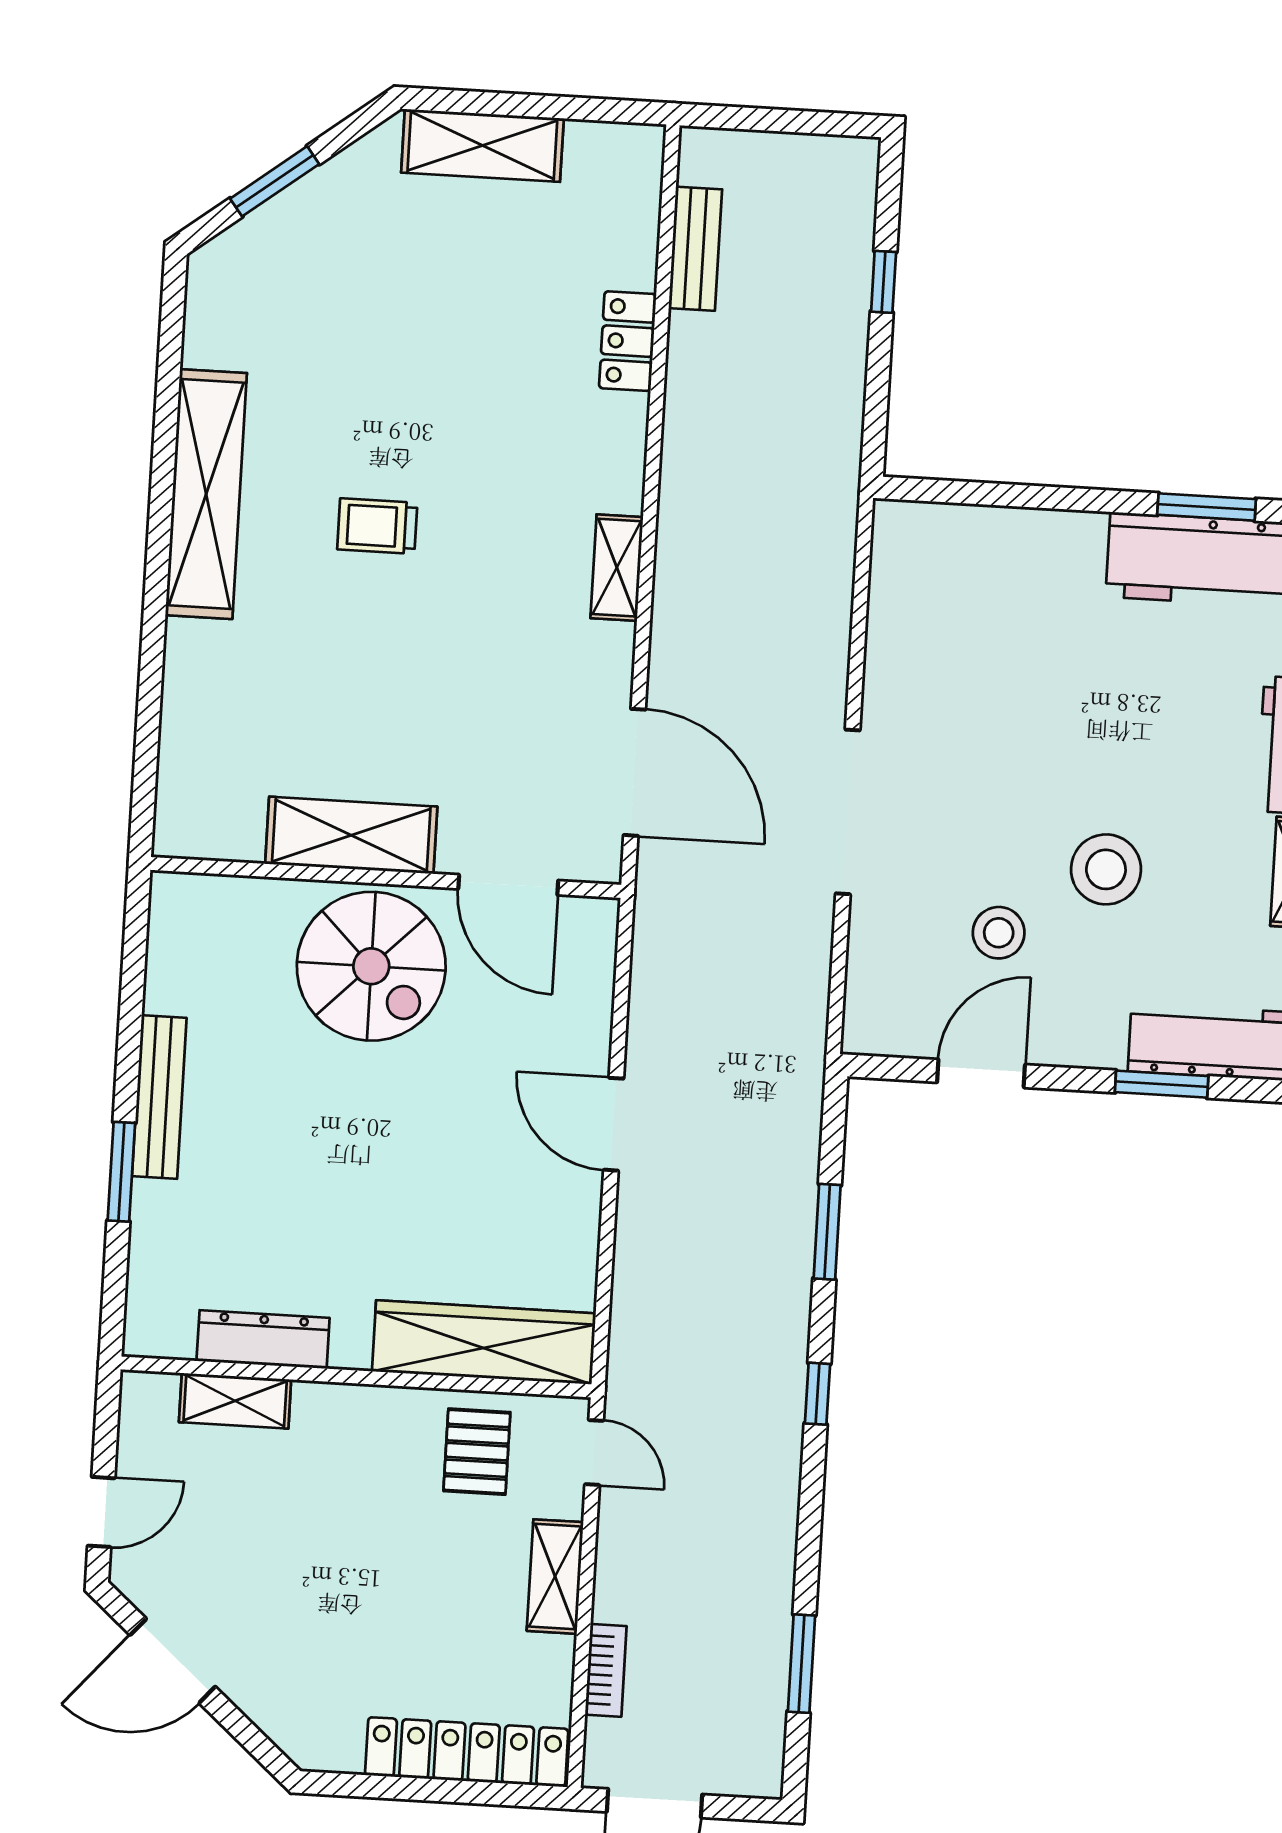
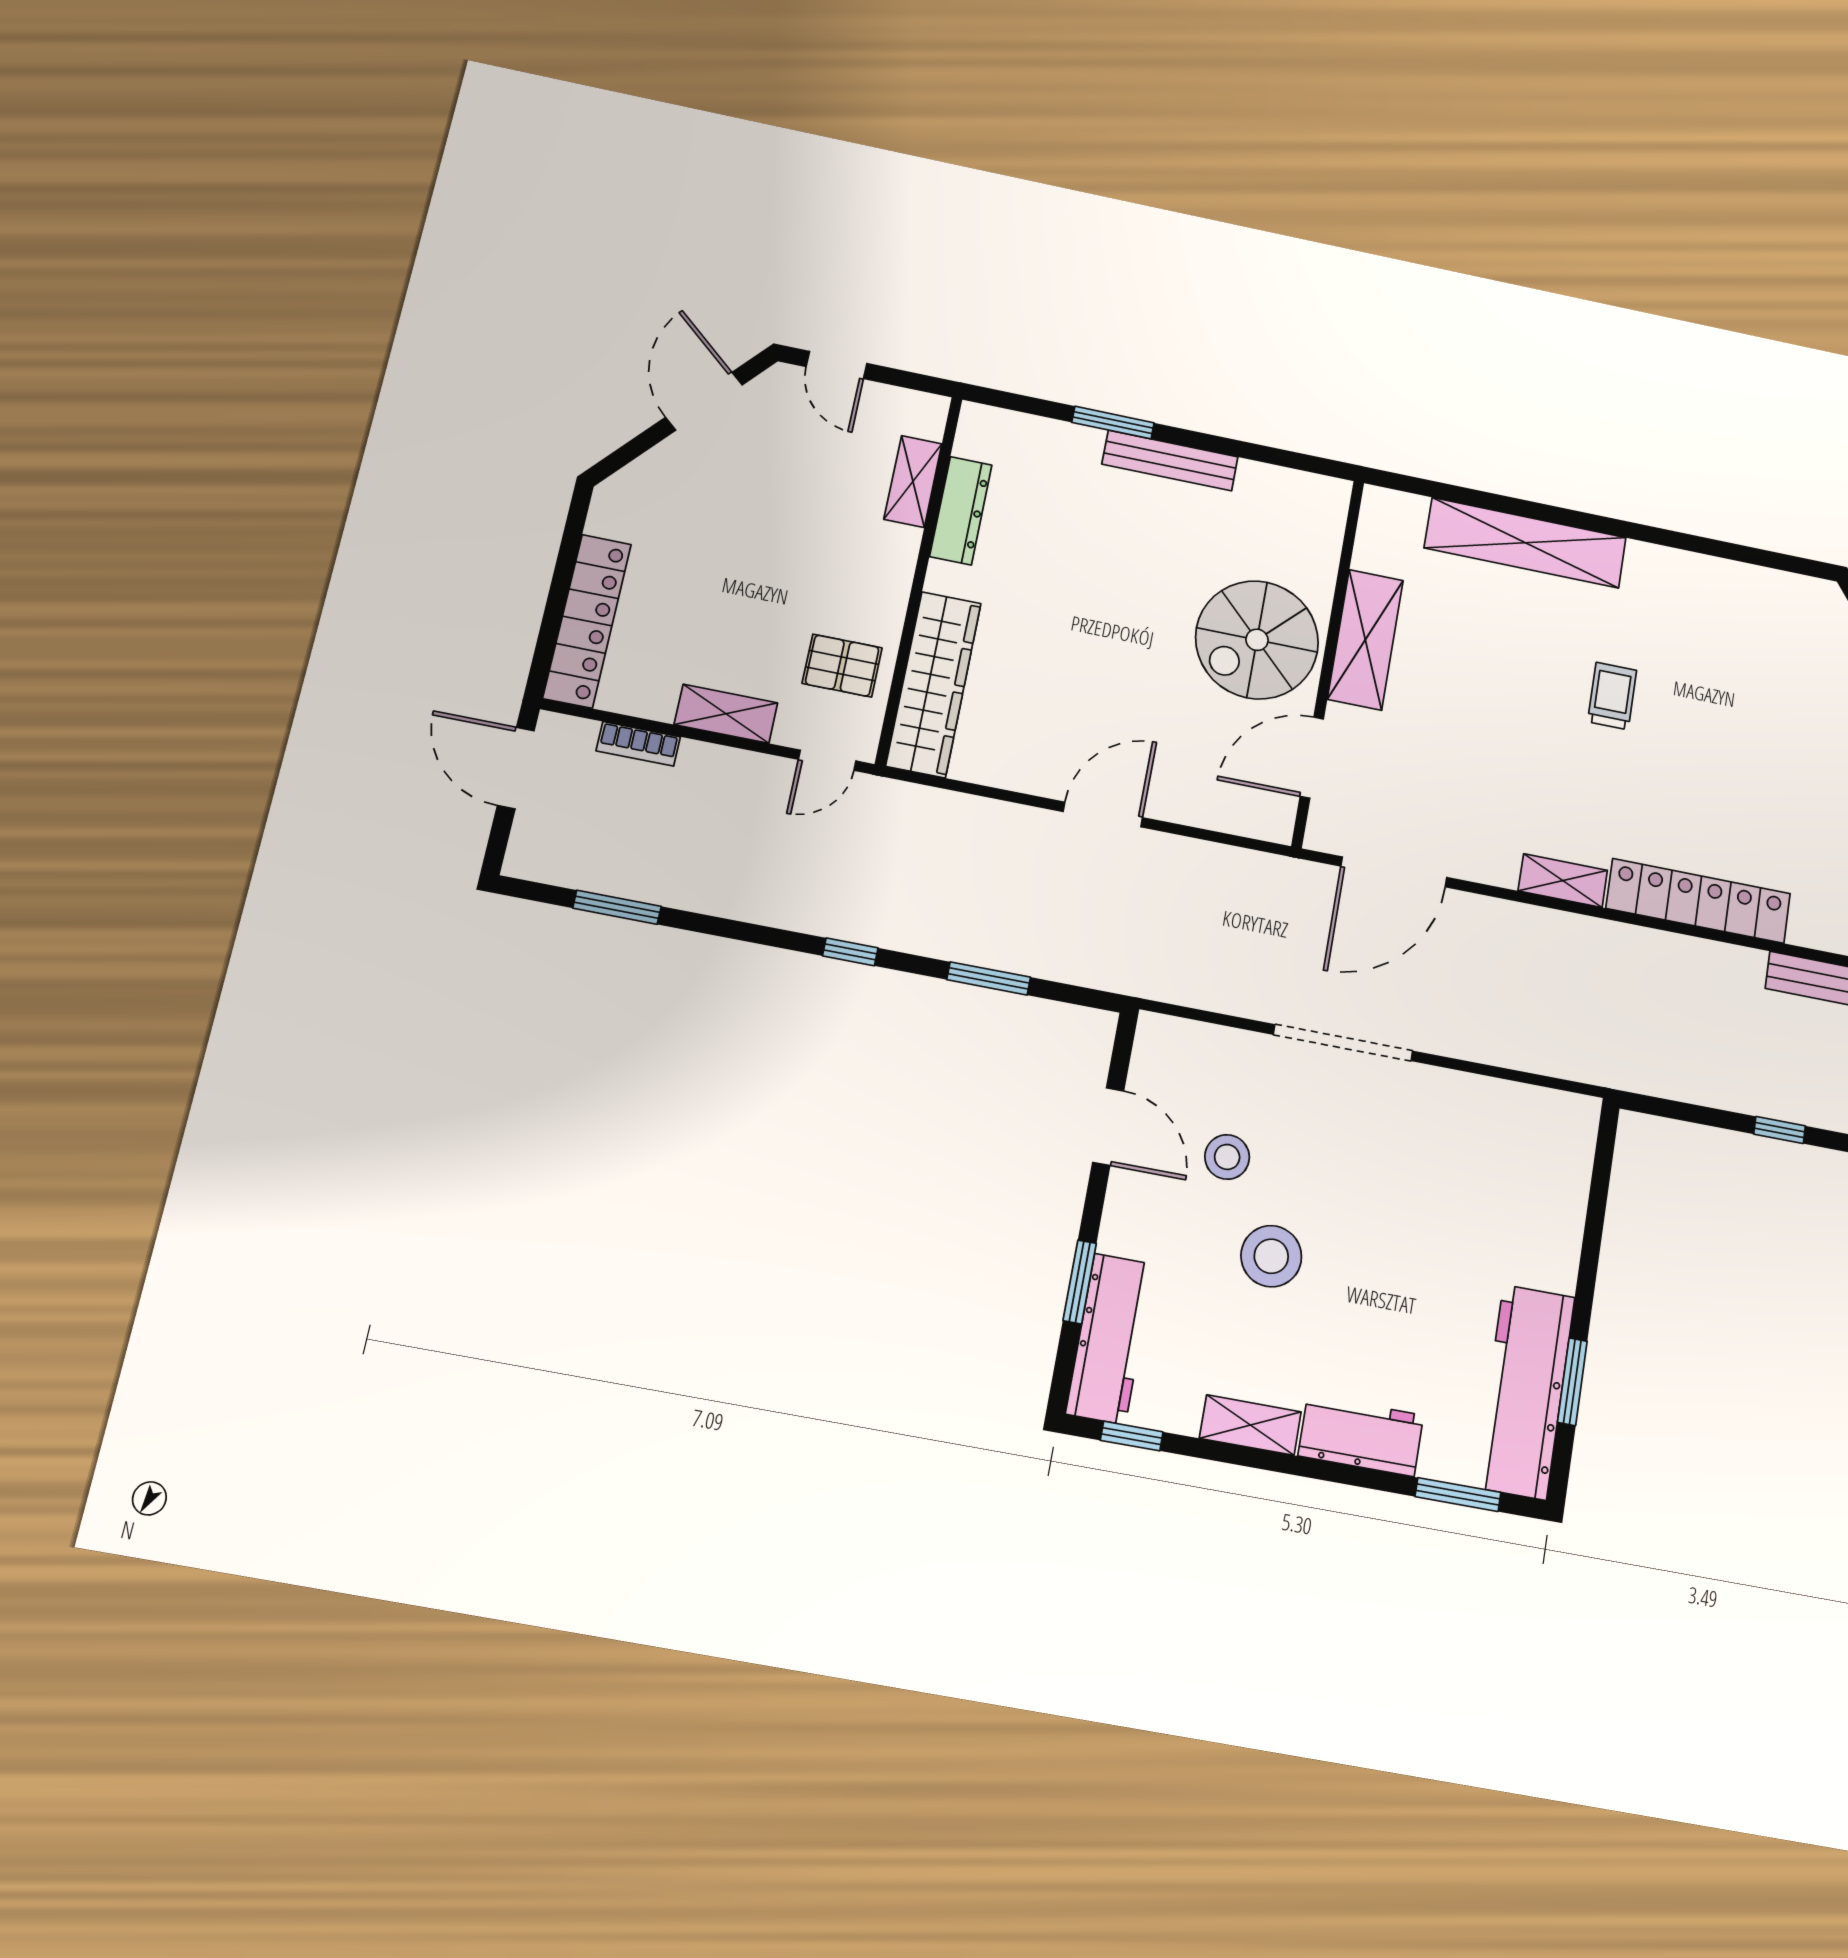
locker: (628, 341) -> (1698, 901), width x2.16, depth x1.21
shelving: (206, 494) -> (1525, 543), moved

